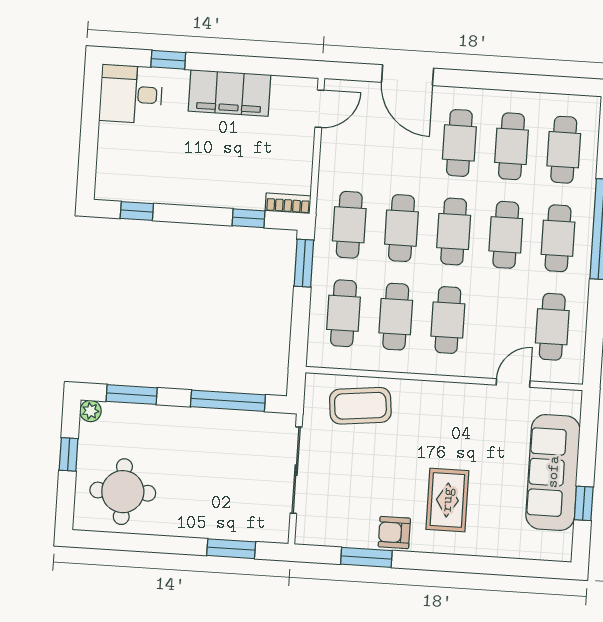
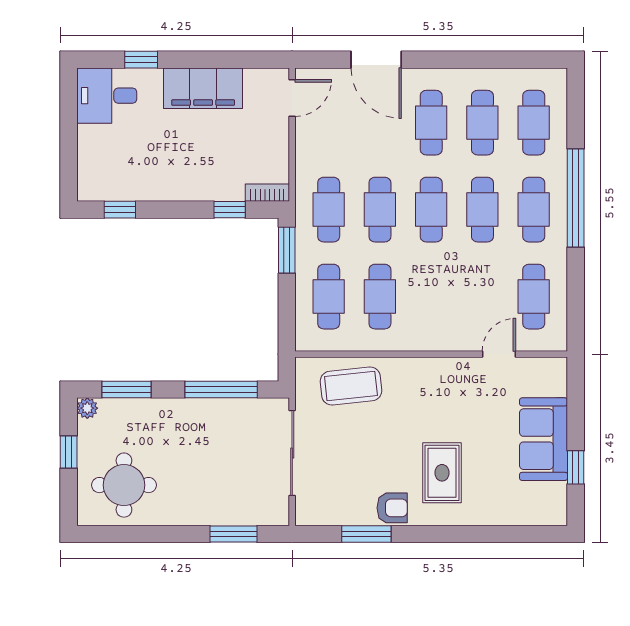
cafe table: (448, 320) -> (431, 297), removed
sofa: (553, 472) -> (544, 439), width x0.73
armchair: (394, 533) -> (392, 508), turned 180

